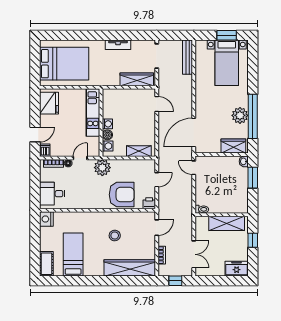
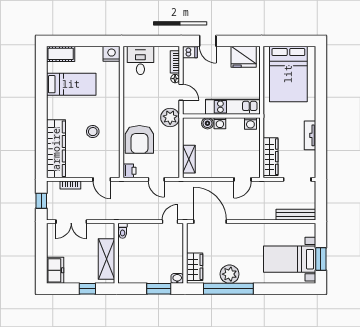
washing machine: (108, 146) -> (250, 123), moved

